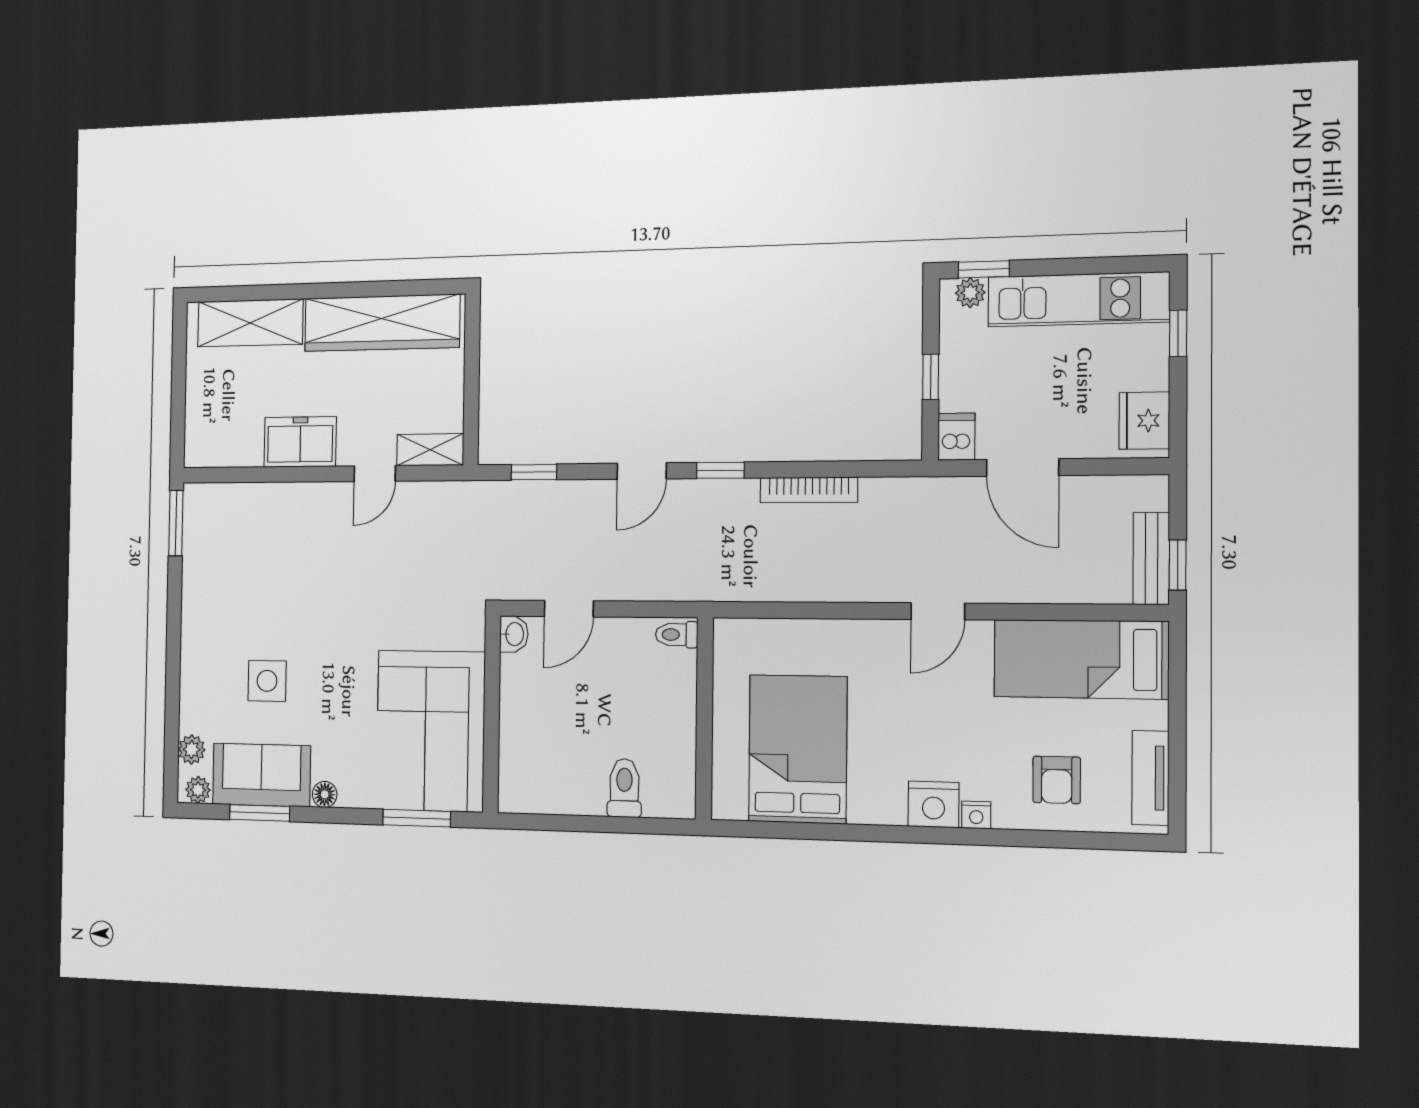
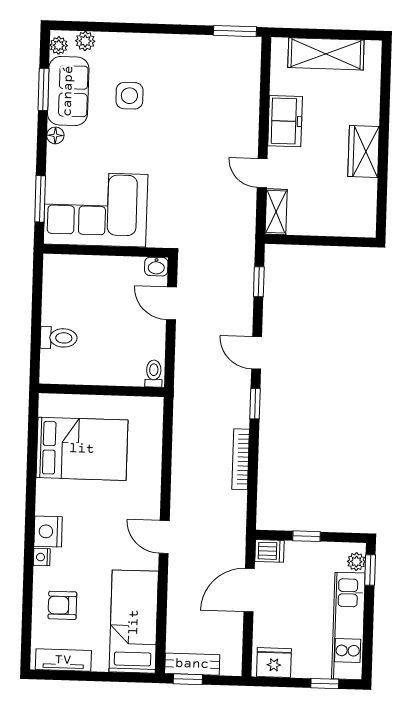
shelving: (250, 323) -> (326, 54), moved, turned 90
wardrobe: (382, 323) -> (364, 151), width x0.48, depth x0.85

